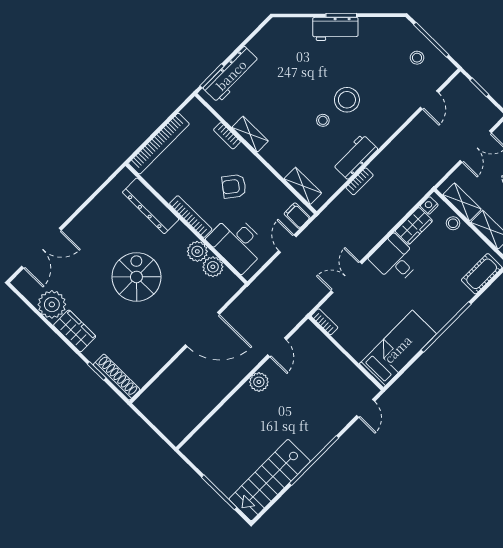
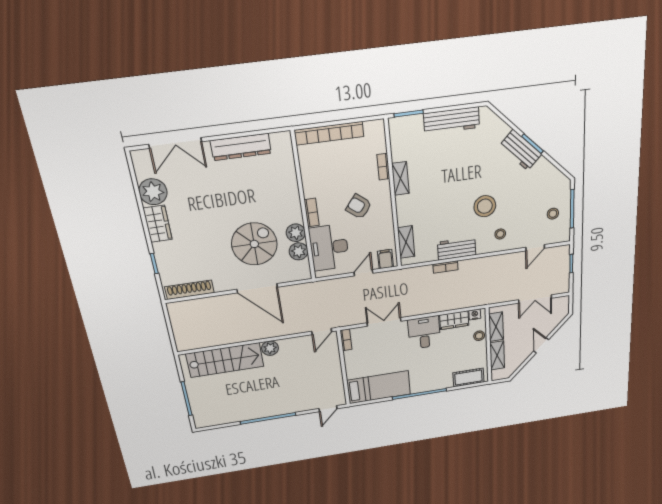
workbench: (231, 75) -> (452, 120), moved
stool: (323, 120) -> (500, 234), moved
dresser: (151, 206) -> (241, 147), moved, turned -90
bookcase: (191, 217) -> (312, 213), width x0.64
spiral stairs: (136, 277) -> (254, 244), moved
door: (277, 347) -> (322, 331), moved
shoe rack: (117, 377) -> (189, 290), moved, turned -90
stairs: (270, 480) -> (225, 360), moved, turned 180

